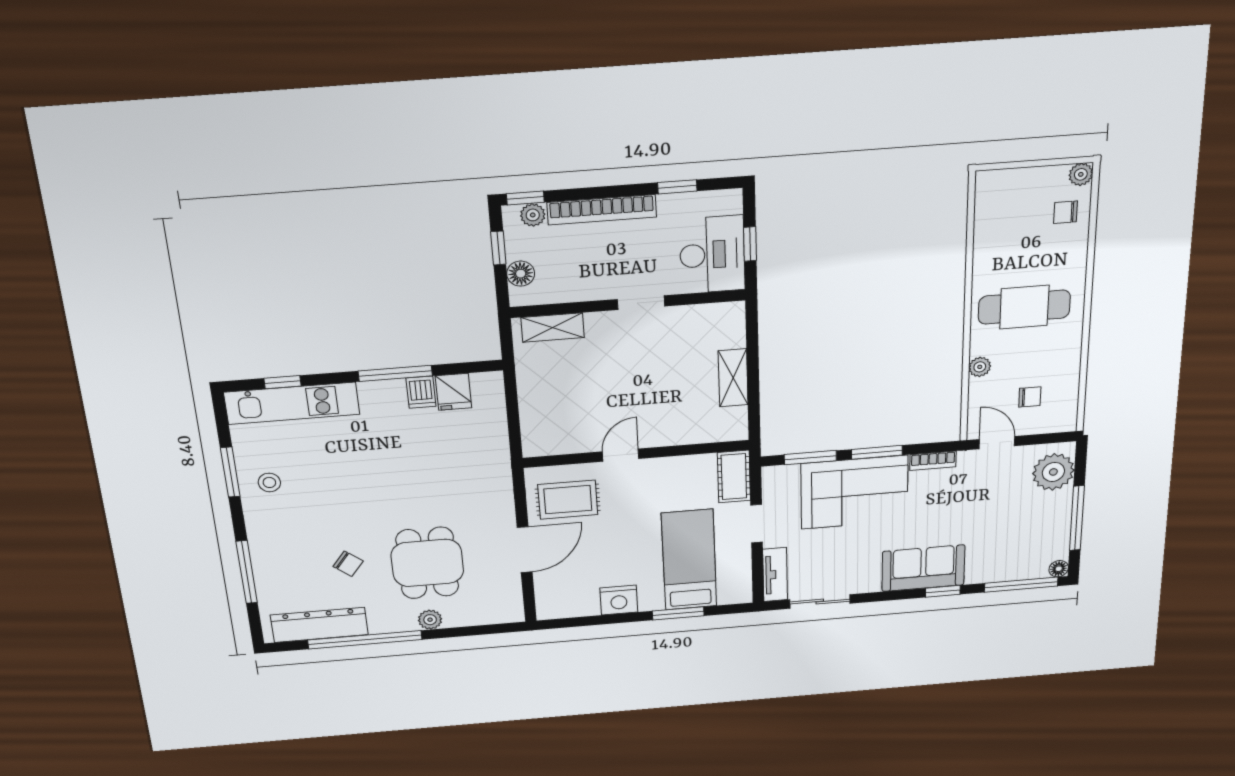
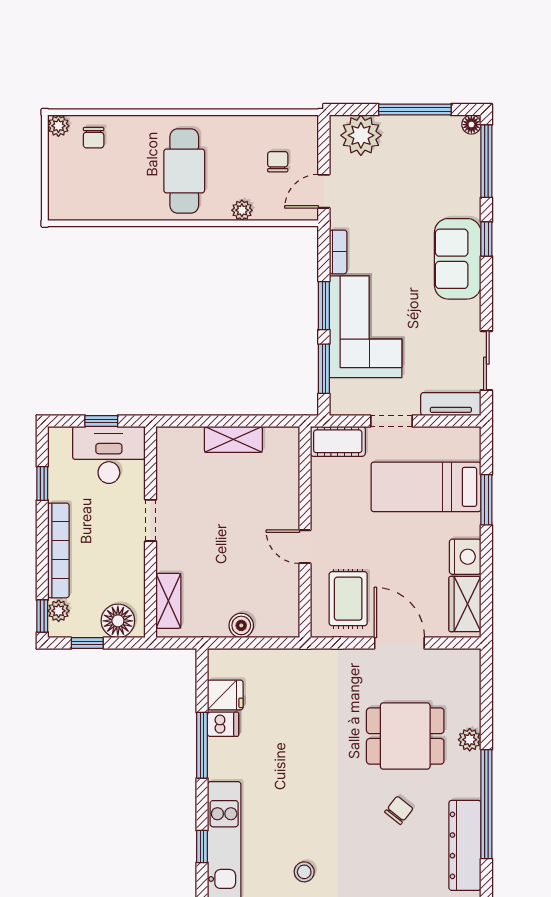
floor lamp: (521, 274) -> (118, 621), width x1.38, depth x1.38
boiler: (531, 401) -> (241, 625), added
wardrobe: (570, 604) -> (465, 604), added

